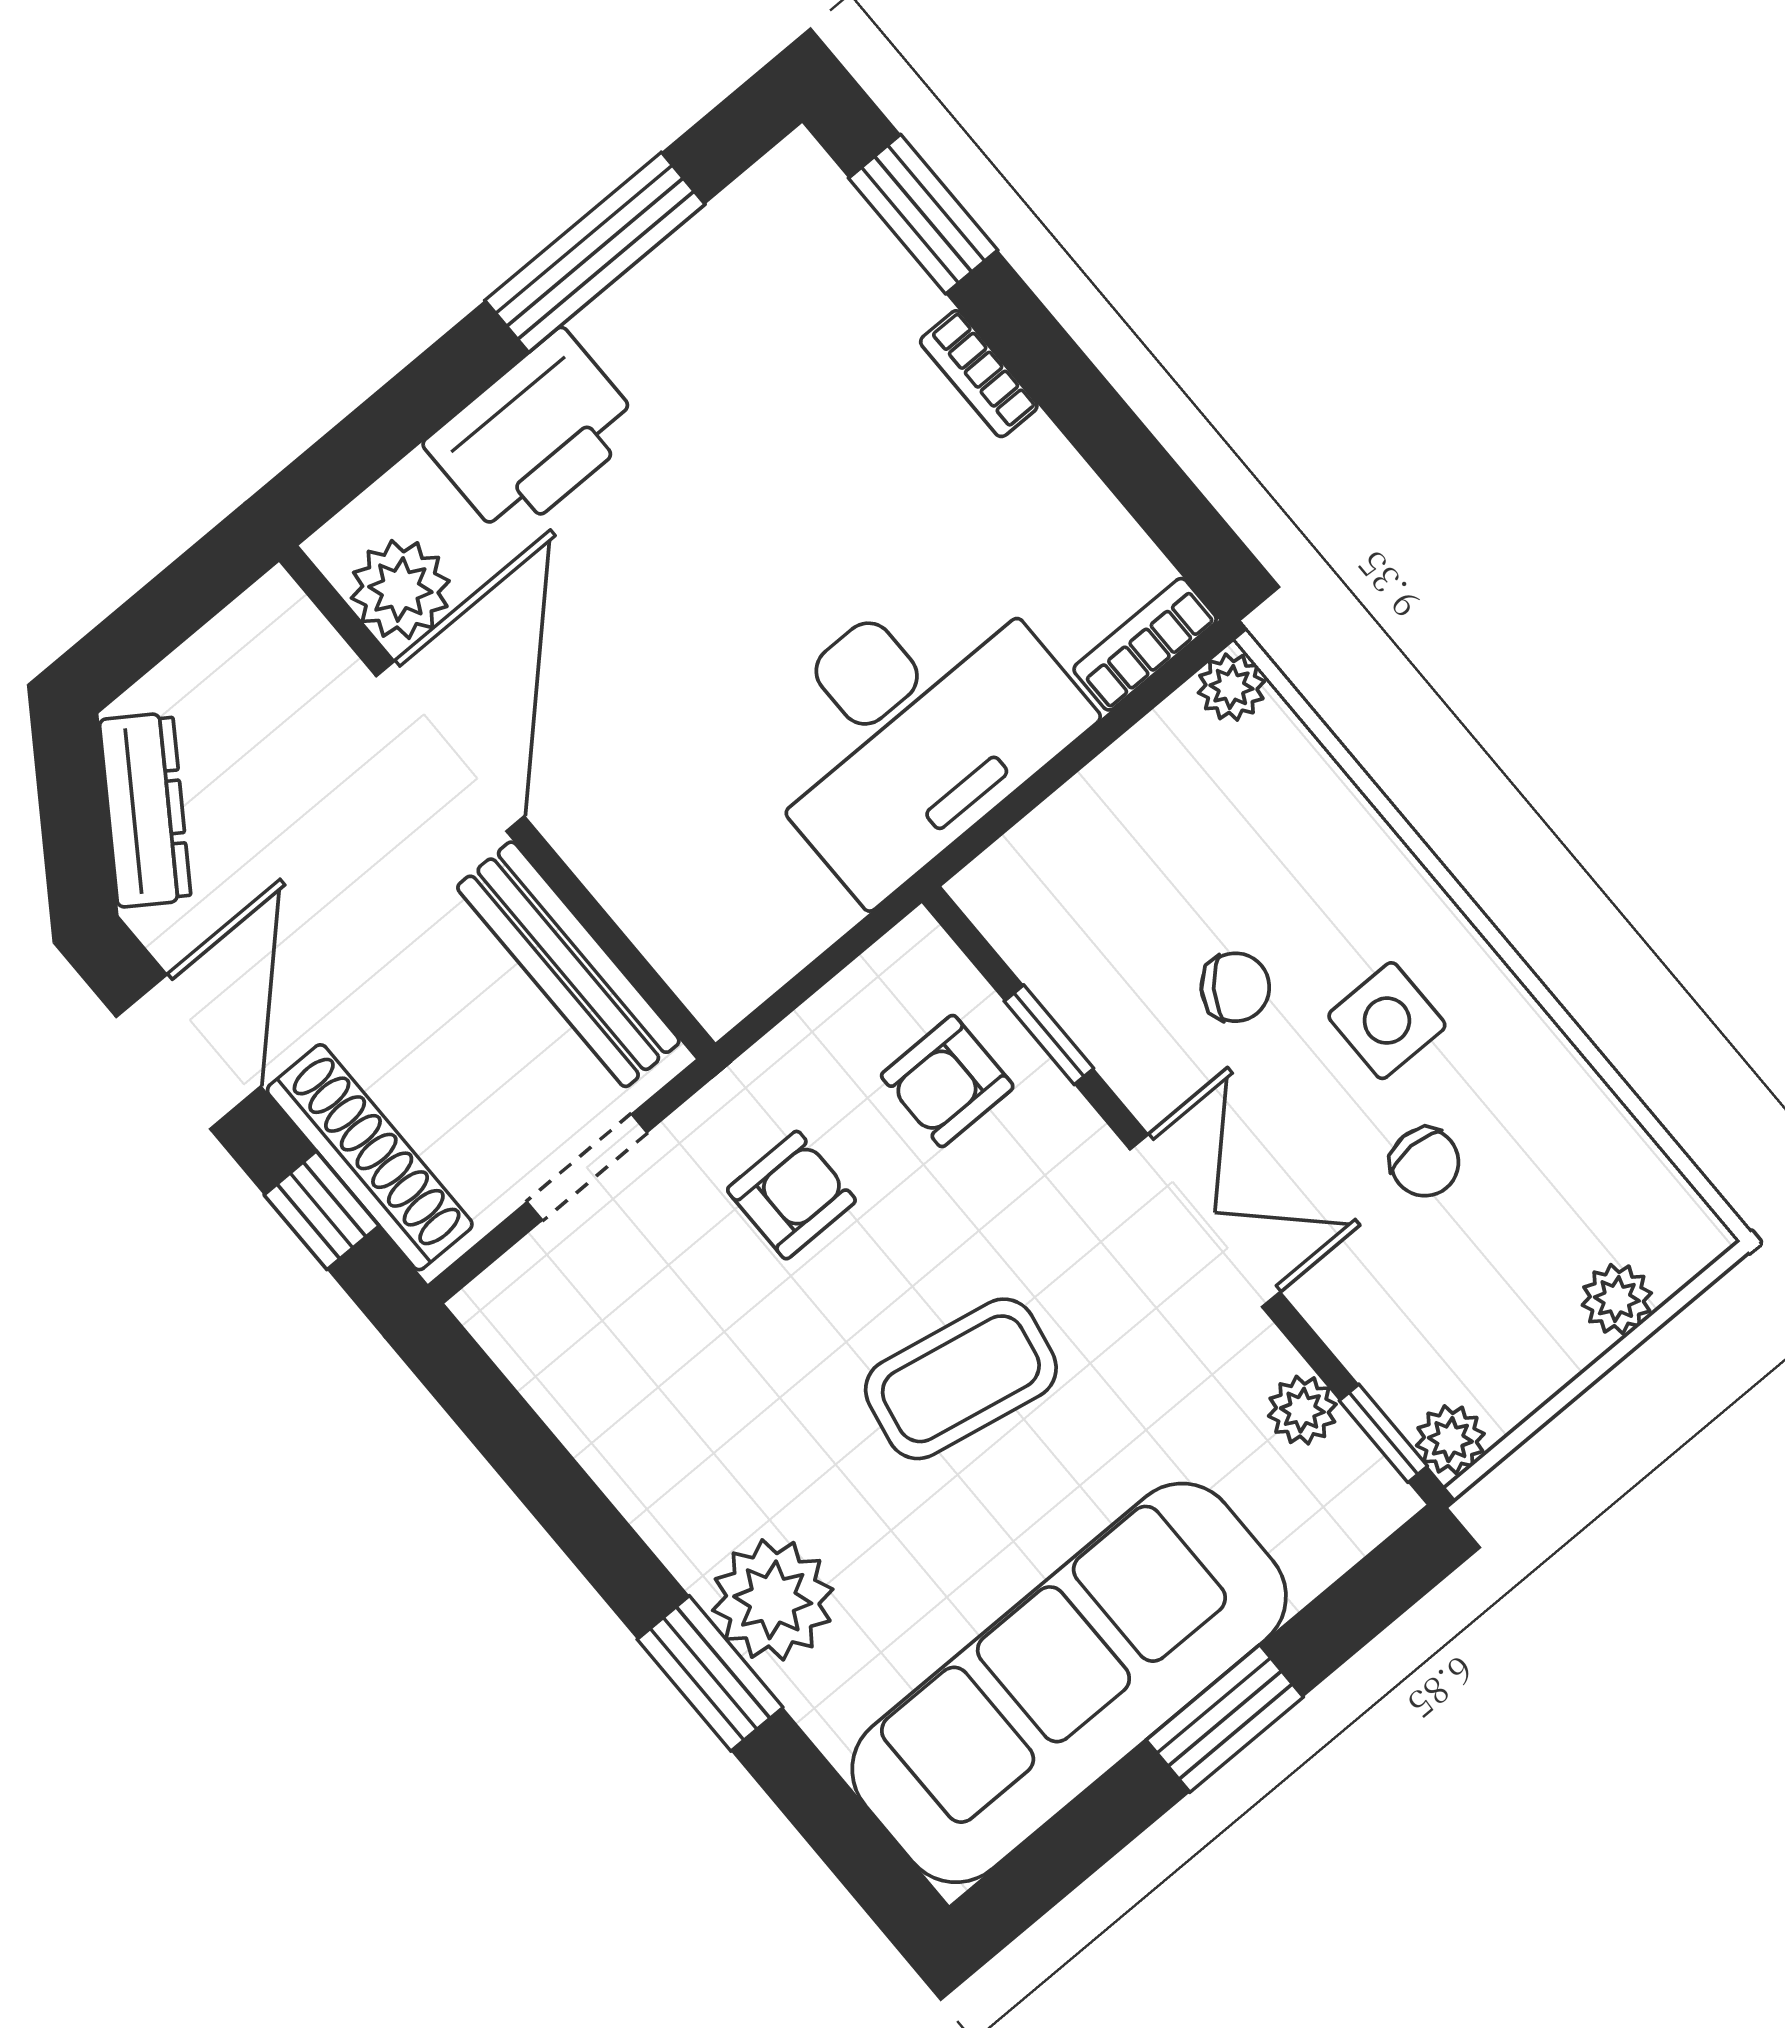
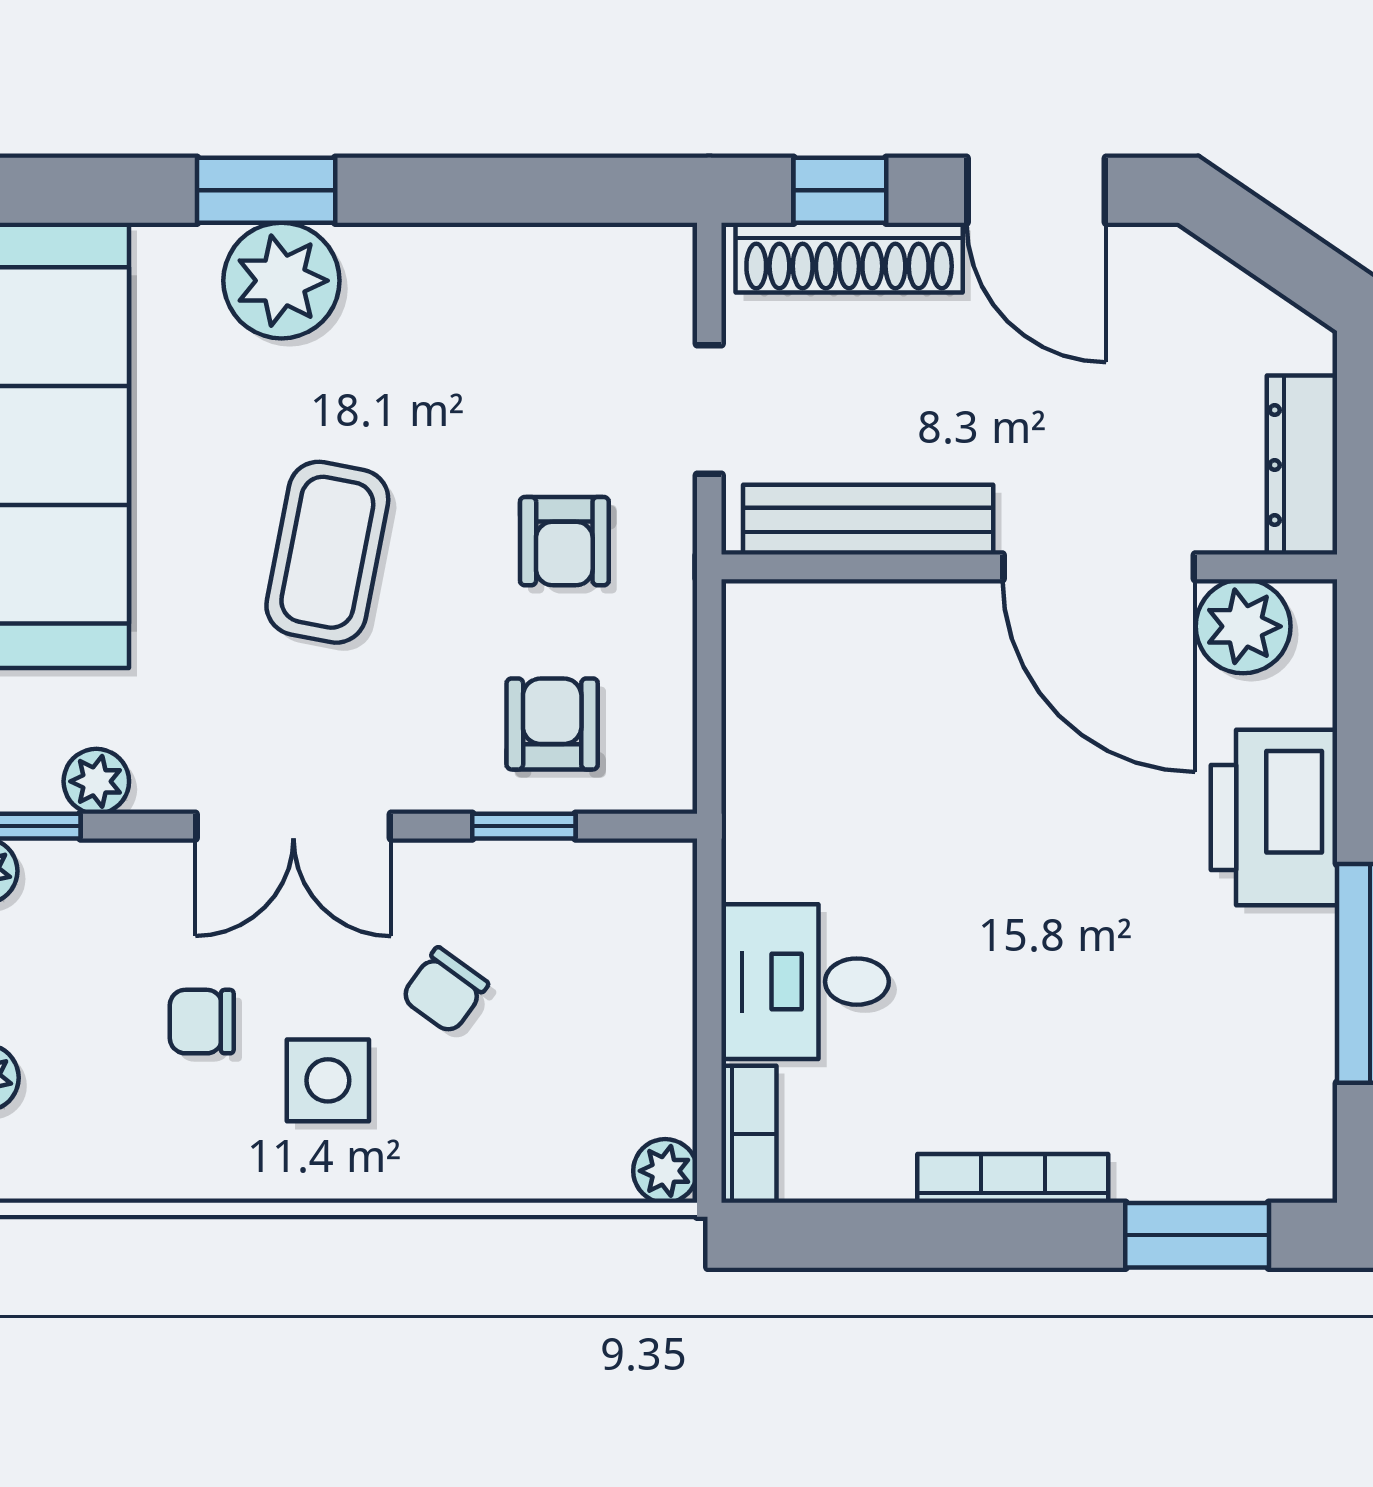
bookcase: (979, 374) -> (1013, 1178), width x1.56
desk: (912, 728) -> (805, 982), width x0.53, depth x0.77
dresser: (145, 810) -> (1302, 465), moved, turned 56

